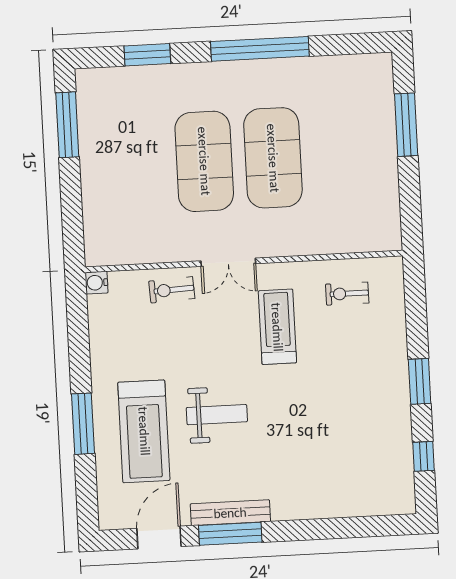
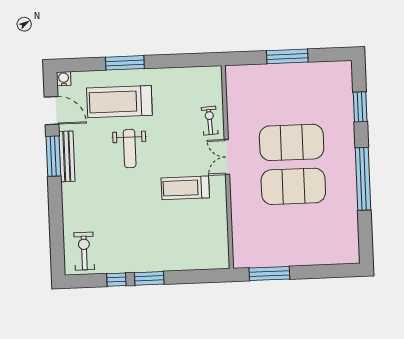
window: (67, 125) -> (287, 56), moved
window: (406, 125) -> (269, 274), moved
water cooler: (97, 283) -> (64, 79), moved
exercise bike: (347, 294) -> (84, 251), moved, width x1.38, depth x1.39
treadmill: (277, 327) -> (185, 188), turned 180
window: (424, 456) -> (116, 280), moved

